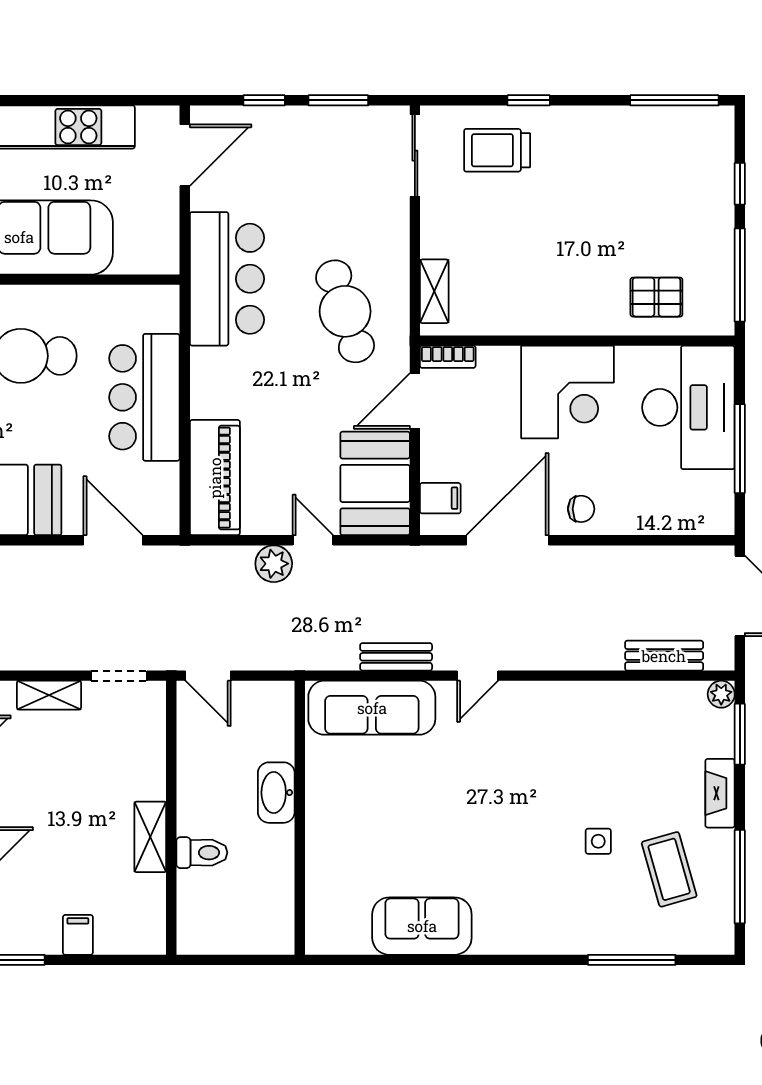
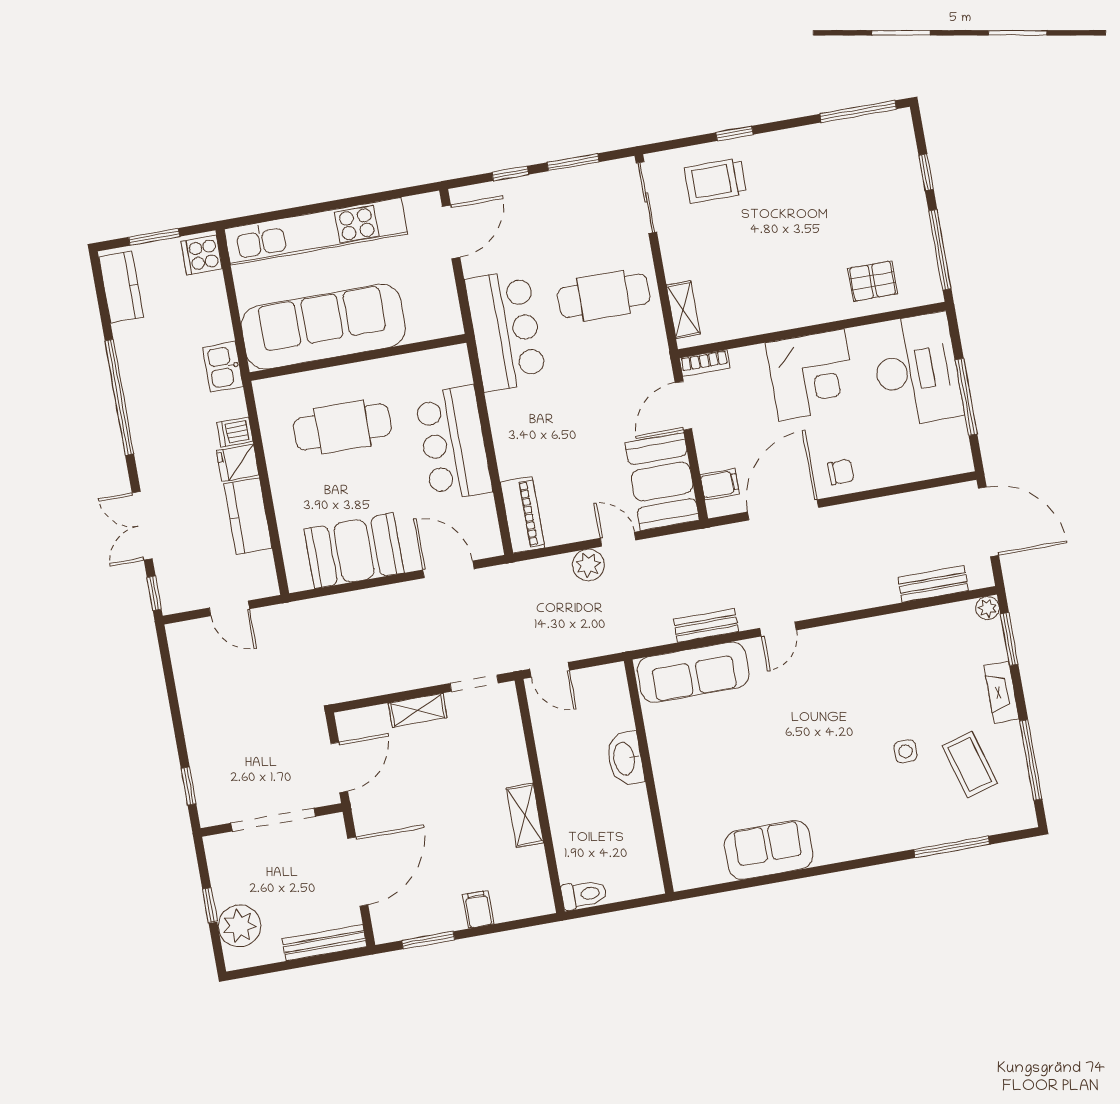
cafe table: (345, 311) -> (604, 296), moved, turned -72
piano: (215, 478) -> (522, 515), width x0.73, depth x0.75
toilet: (202, 853) -> (584, 894), moved

